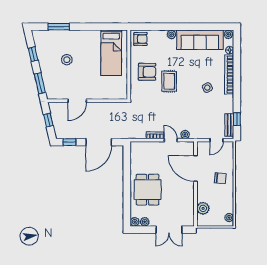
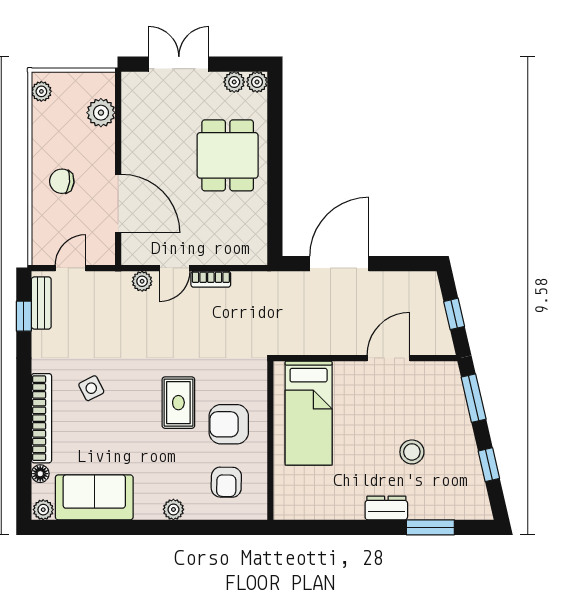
dresser: (78, 35) -> (386, 508), added
armchair: (140, 39) -> (226, 482), moved, turned -89
sofa: (200, 40) -> (94, 497), width x0.73
bed: (111, 53) -> (309, 413), moved, turned 180
door: (171, 140) -> (175, 268), hinge flipped
window: (69, 142) -> (406, 264), removed

